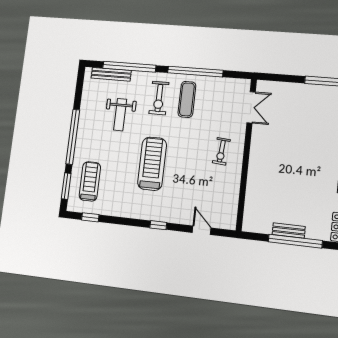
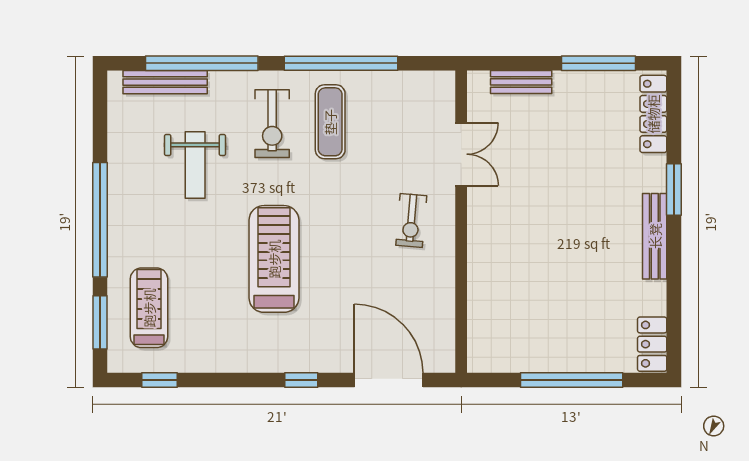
double door: (251, 107) -> (461, 154), moved
door: (202, 230) -> (389, 380), width x1.87
bench: (289, 231) -> (521, 82), moved

